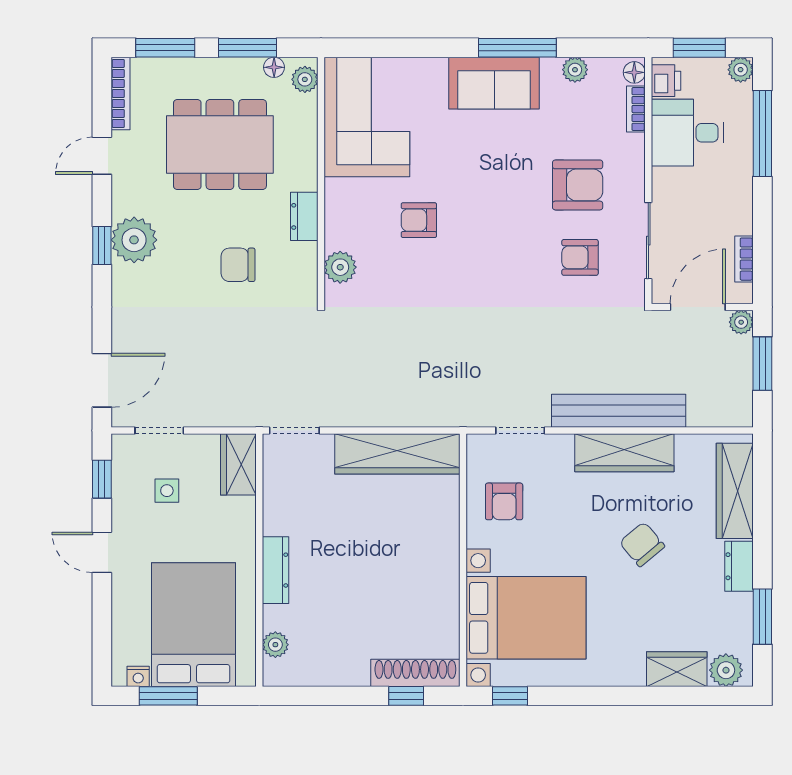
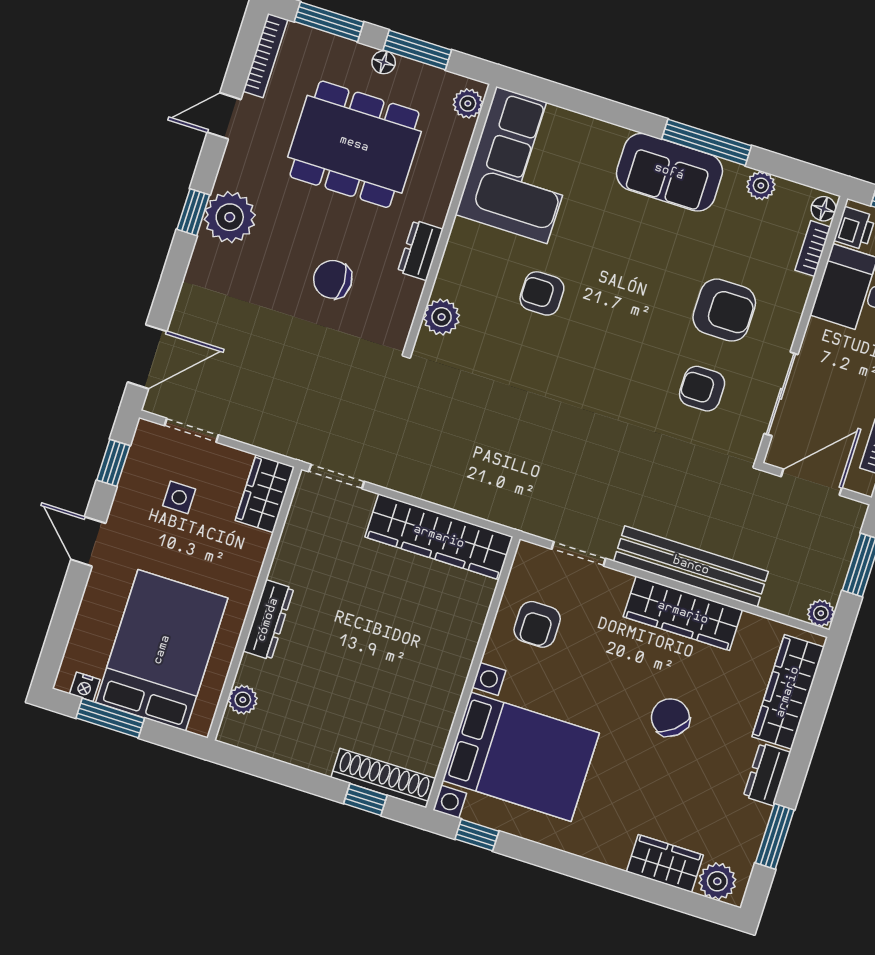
floor lamp: (274, 67) -> (384, 62), moved
plant: (741, 322) -> (821, 613), moved

